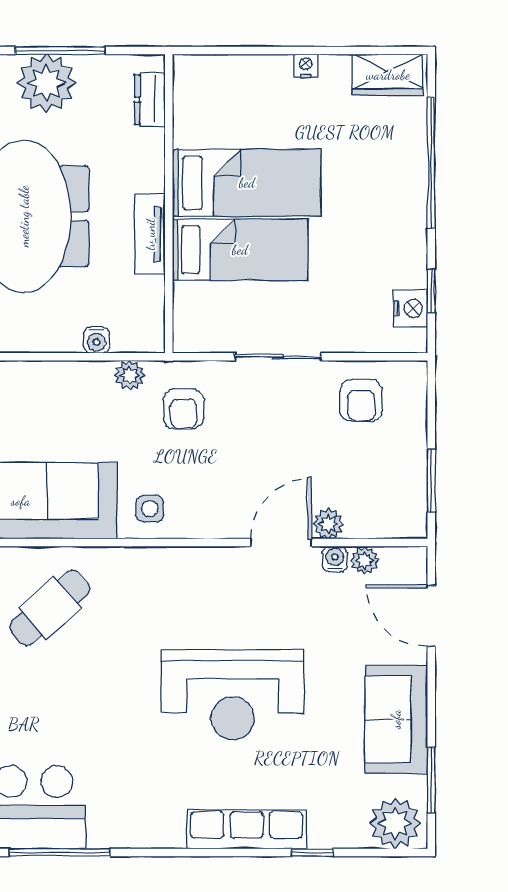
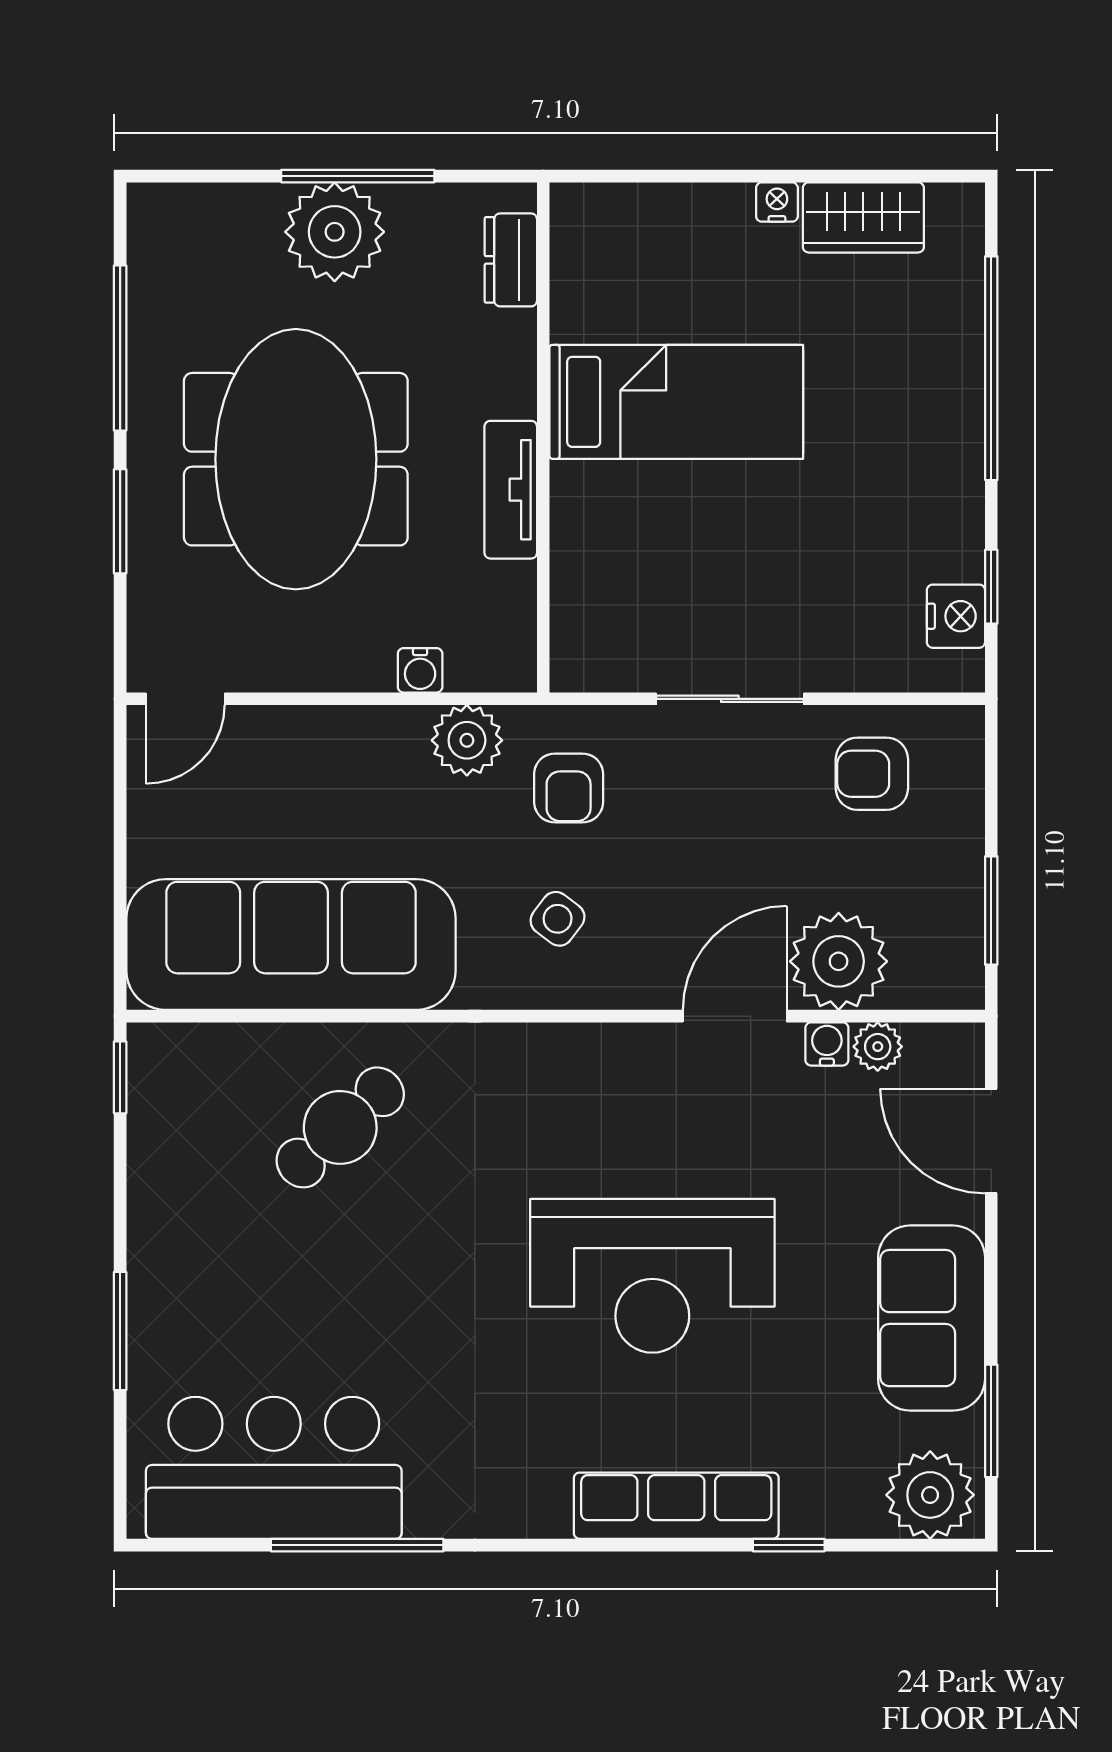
wardrobe: (388, 75) -> (863, 217), moved
bed: (240, 250) -> (665, 516), removed
plant: (130, 375) -> (467, 740), width x1.38, depth x1.38
armchair: (361, 401) -> (872, 774), turned 90
side table: (150, 509) -> (558, 919), moved, turned 37
plant: (328, 524) -> (839, 961), width x1.88, depth x1.88

